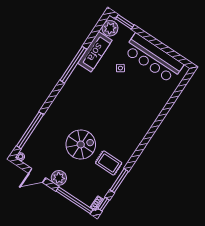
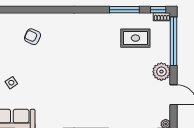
armchair: (143, 104) -> (32, 37), added
spiral stairs: (81, 145) -> (114, 72), removed
rug: (109, 163) -> (135, 38), moved, turned 90

